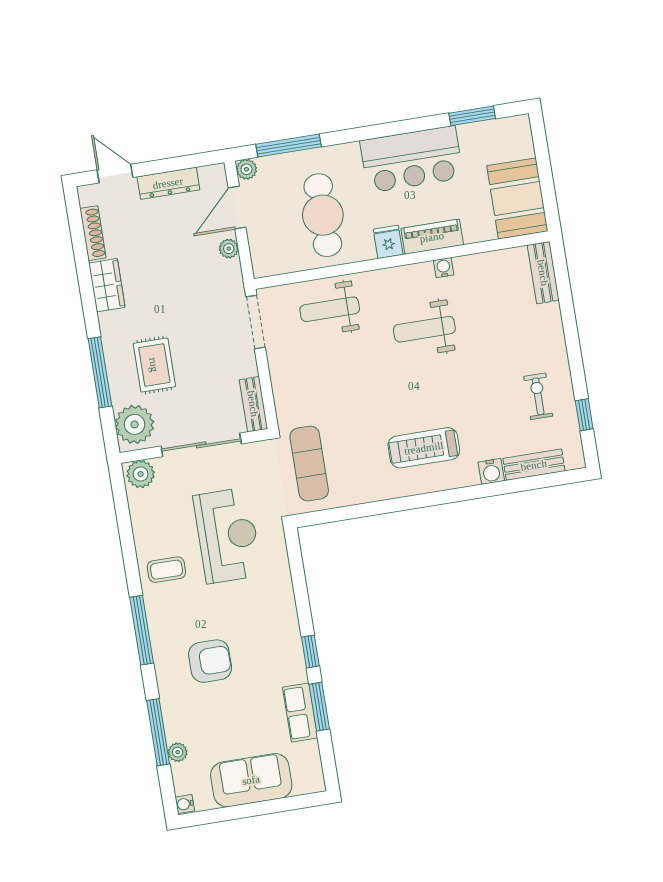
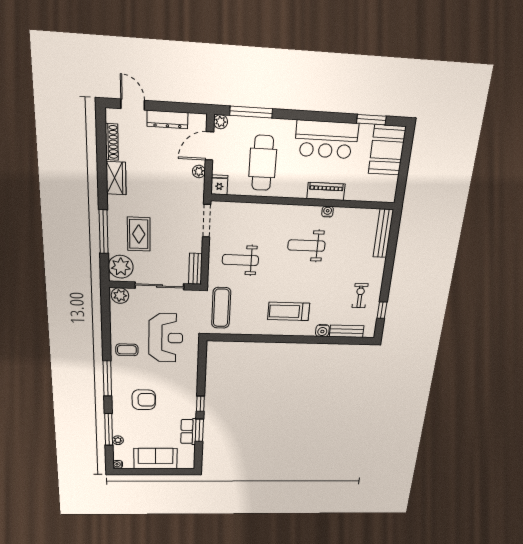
booth: (517, 198) -> (387, 150), moved
fridge: (388, 242) -> (219, 185), moved
bench: (543, 273) -> (383, 233), width x1.36
weight bench: (330, 309) -> (240, 260), moved

